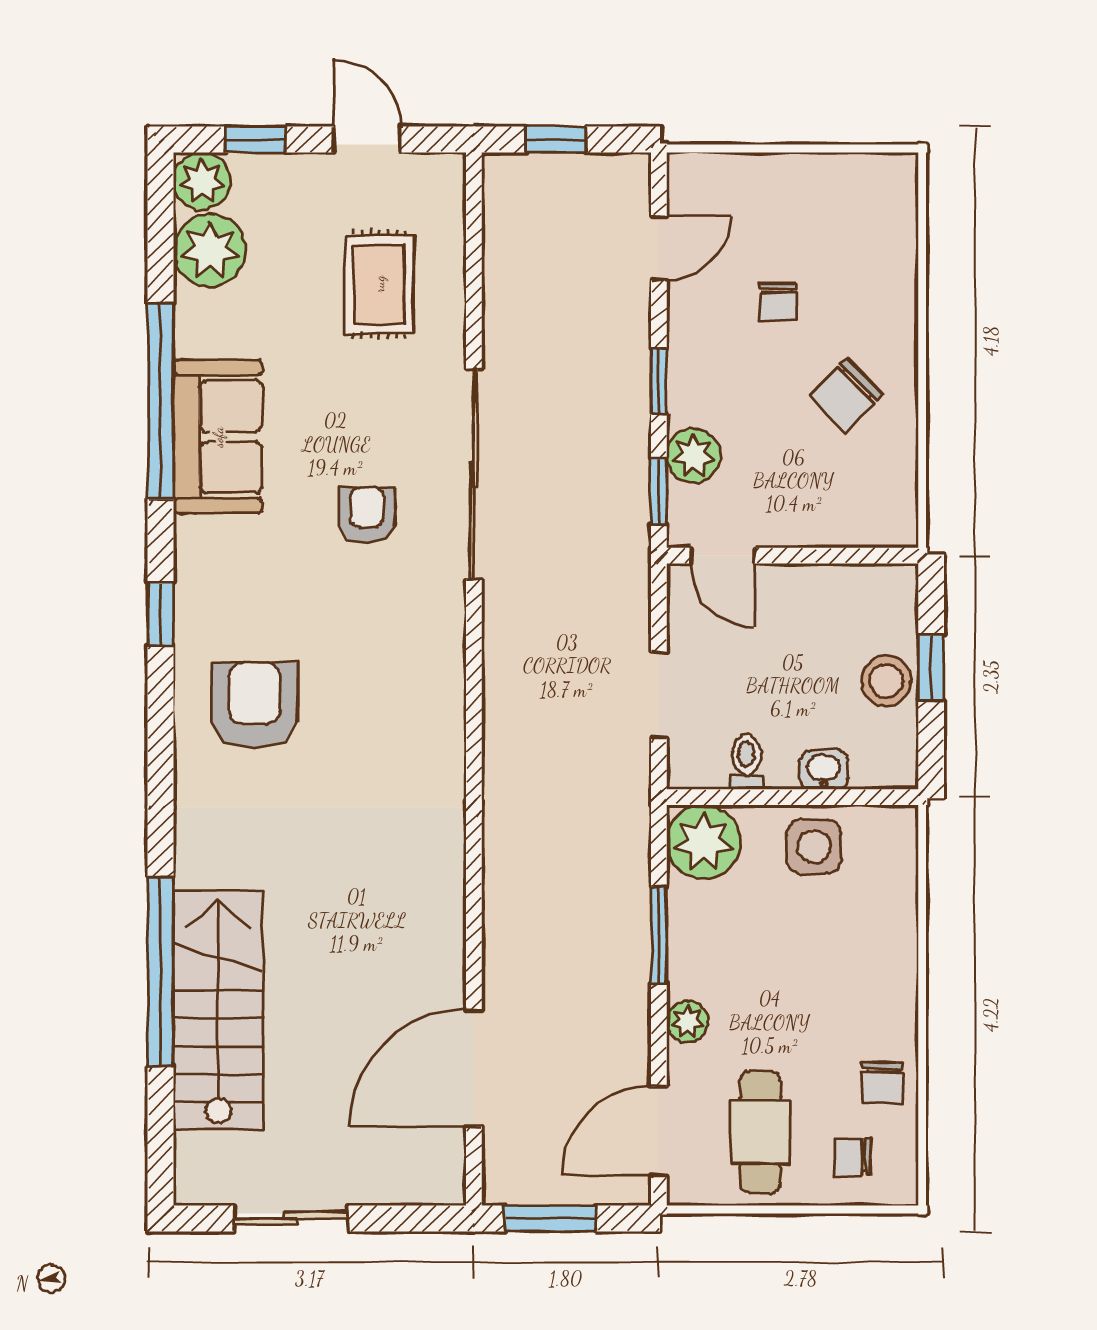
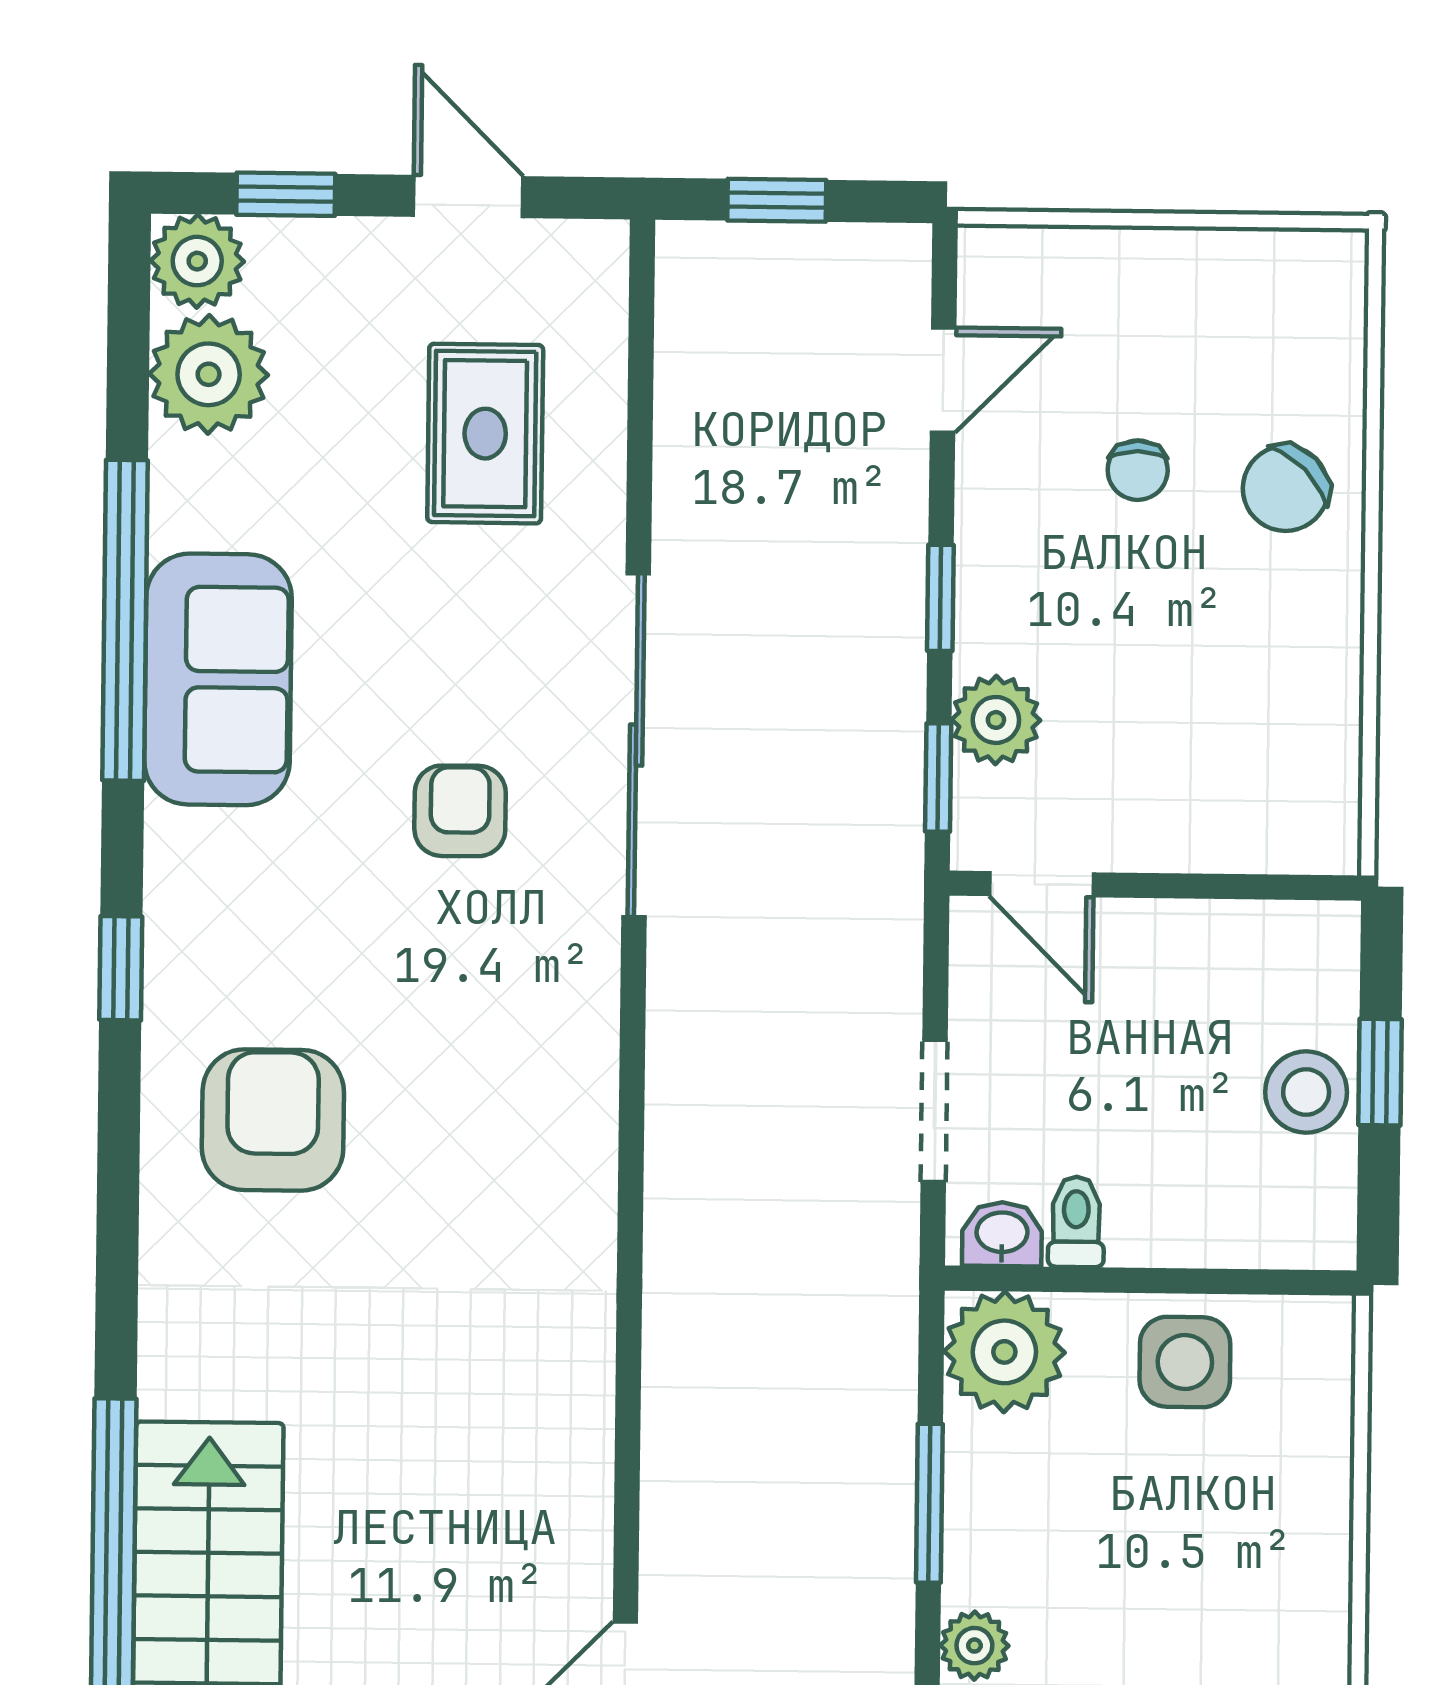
chair: (846, 395) -> (1286, 488), moved
washbasin: (824, 770) -> (1002, 1234), moved

